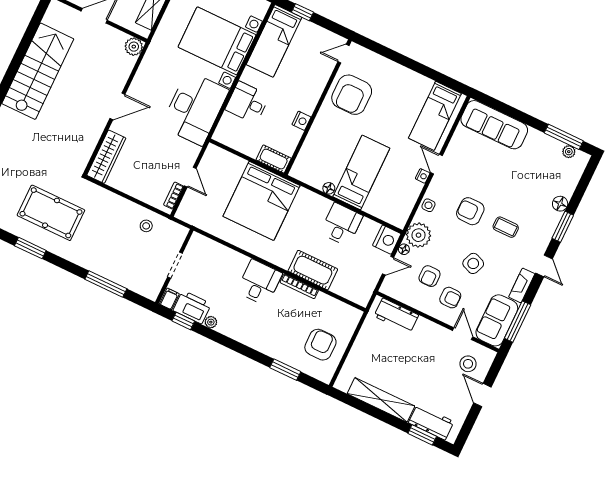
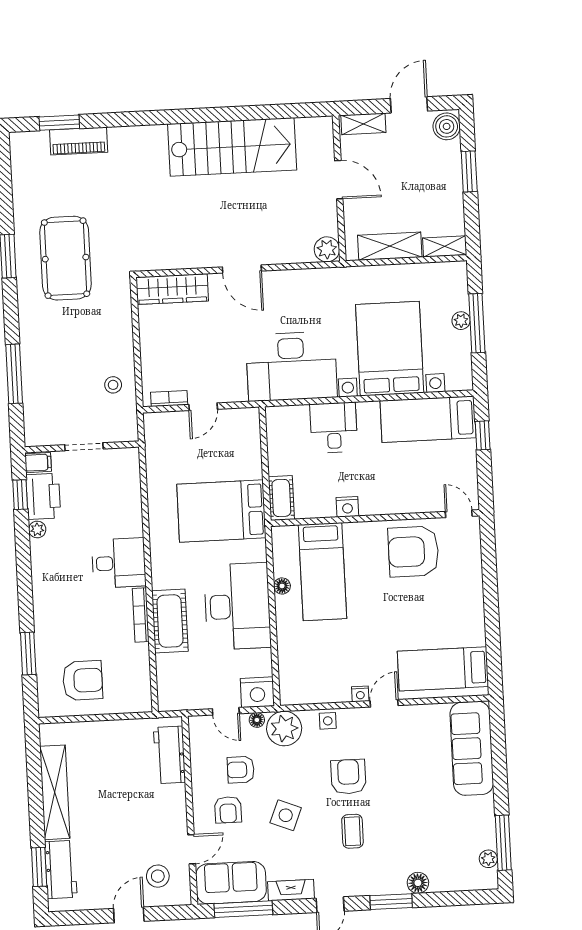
bed: (361, 172) -> (322, 572), moved, turned 90
bed: (261, 201) -> (221, 511), width x0.73
desk: (341, 224) -> (237, 606), width x1.87, depth x1.30

